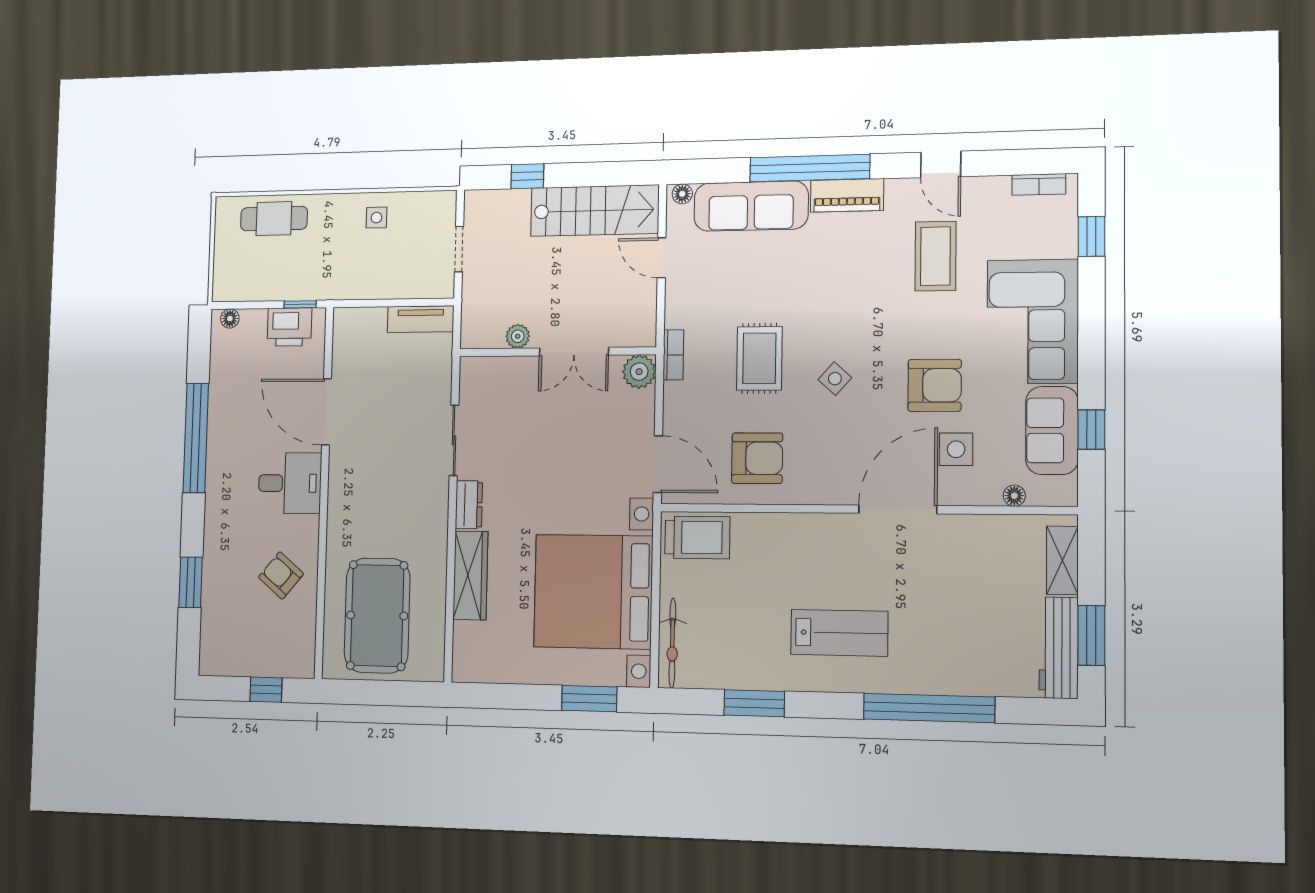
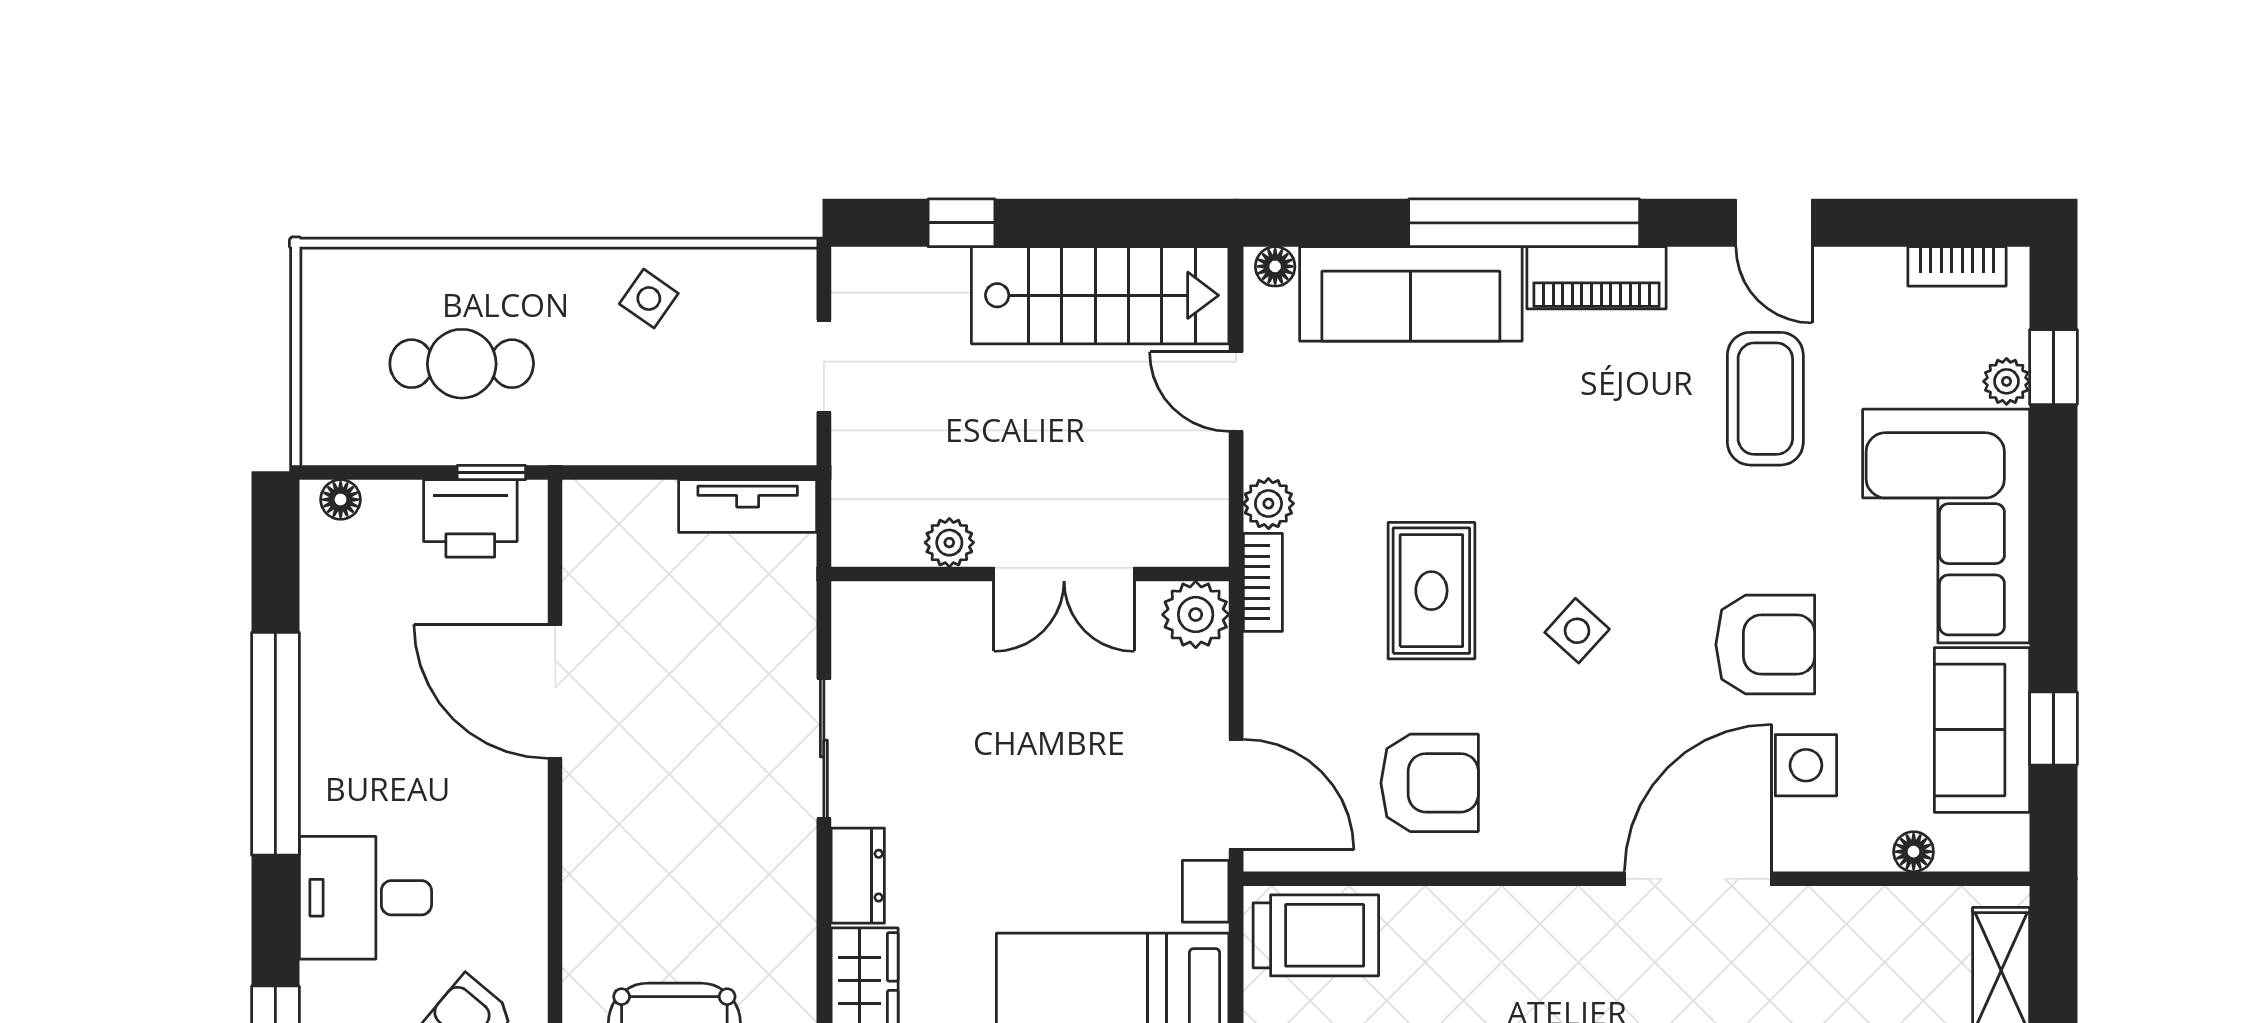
side table: (376, 218) -> (649, 299), turned 35
cafe table: (274, 219) -> (462, 364), moved
plant: (1066, 244) -> (2006, 381), added
plant: (677, 315) -> (1268, 504), added
desk: (290, 483) -> (365, 898), moved, turned 180

